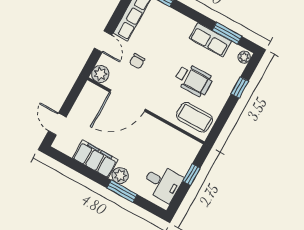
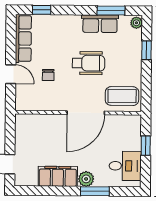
plant: (100, 74) -> (23, 103), removed
wheelchair: (194, 80) -> (88, 63), moved
door: (127, 101) -> (86, 113), moved

